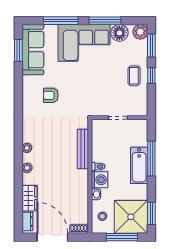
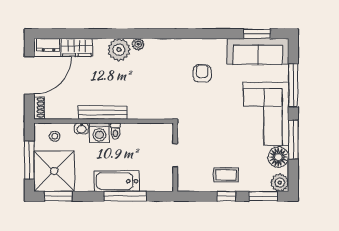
bench: (83, 149) -> (103, 112), moved
plant: (27, 168) -> (119, 50), width x1.87, depth x1.87

